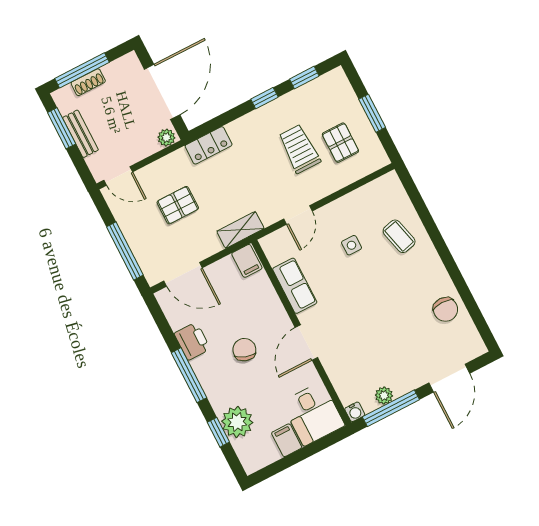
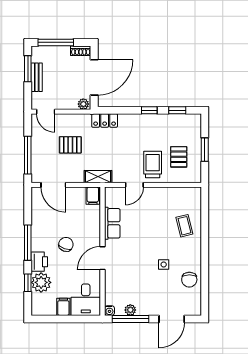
shoe rack: (88, 82) -> (81, 51), moved
trolley: (299, 149) -> (153, 165), moved
side table: (352, 245) -> (164, 264), moved
printer: (192, 341) -> (39, 262), moved

